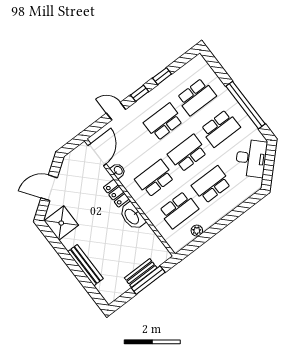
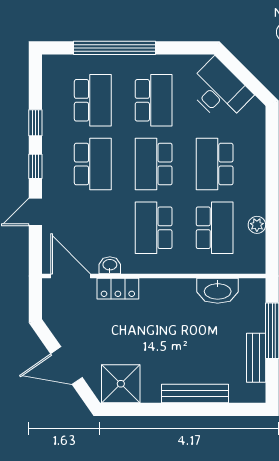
window: (245, 105) -> (115, 48), moved
school desk: (163, 122) -> (93, 164), turned 180
door: (49, 188) -> (66, 366), hinge flipped
locker: (116, 193) -> (118, 289), moved
washbasin: (132, 216) -> (218, 291), moved
bench: (141, 273) -> (256, 358), moved

